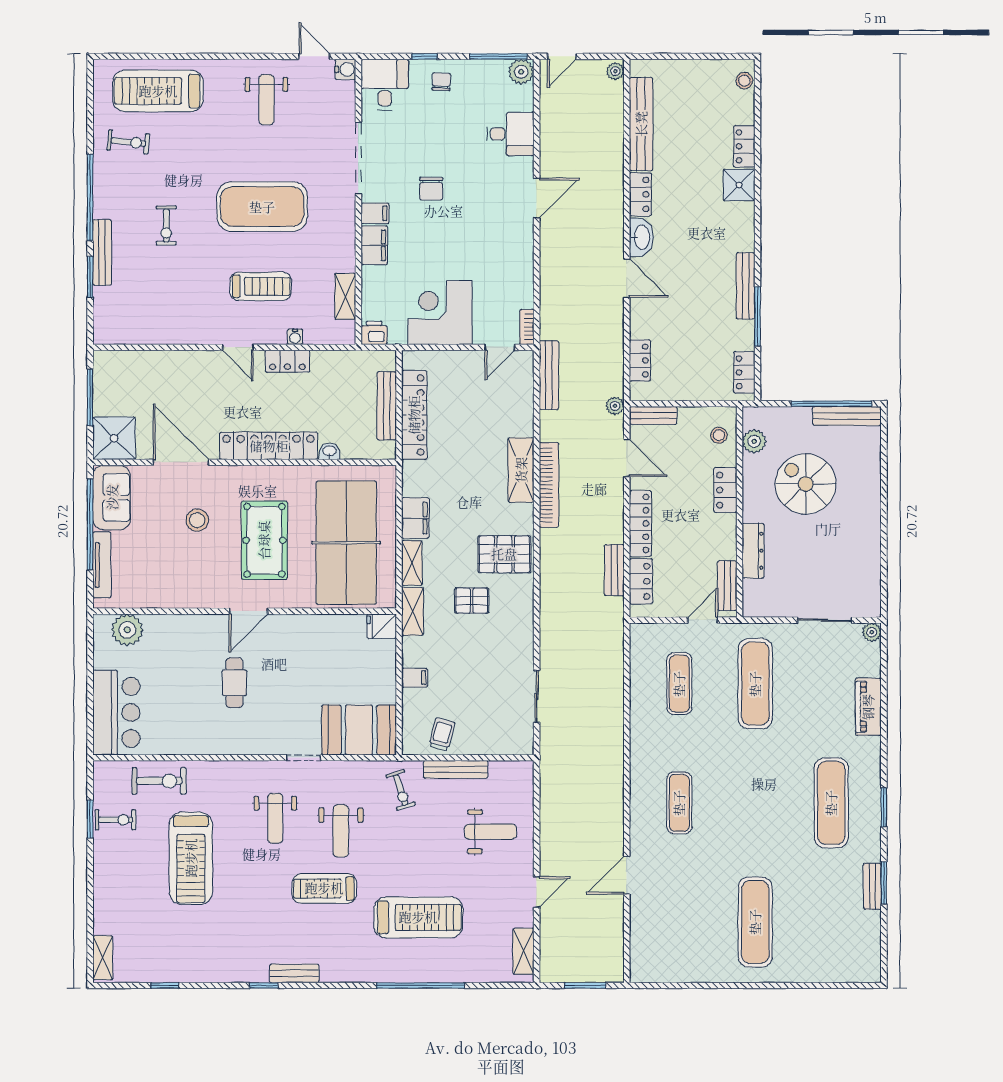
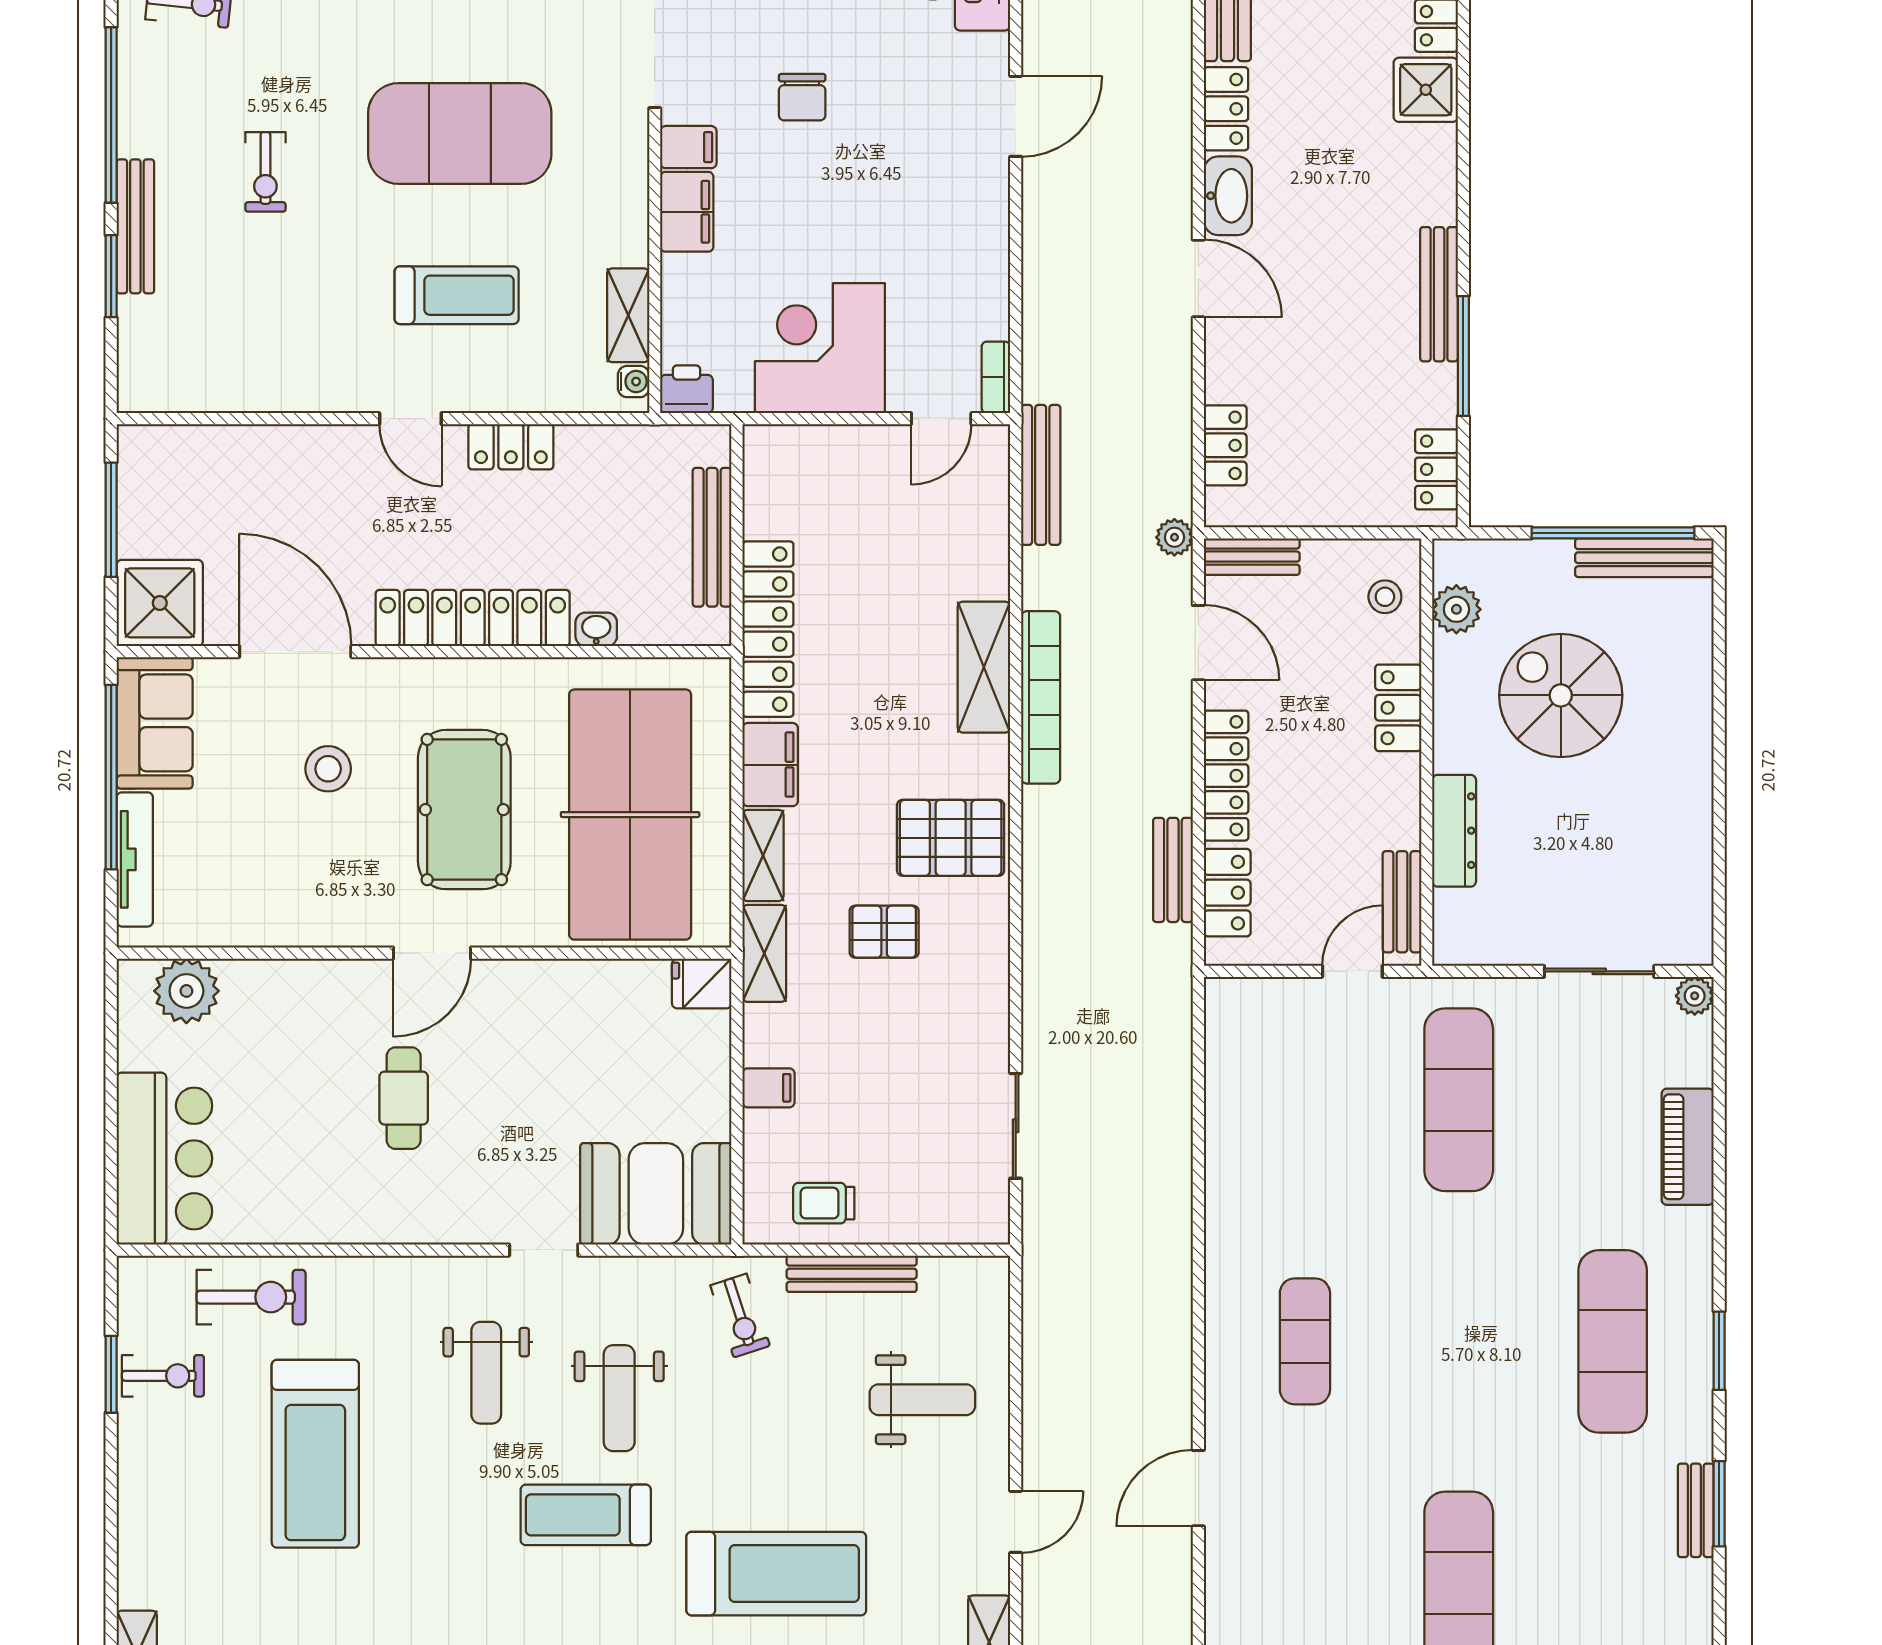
water cooler: (295, 337) -> (634, 382), moved, turned -90
locker: (414, 415) -> (768, 629), moved
exercise mat: (679, 684) -> (1305, 1100), removed
trolley: (442, 735) -> (824, 1203), turned -105

